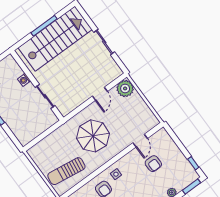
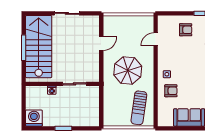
plant: (125, 88) -> (111, 23), removed
door: (100, 94) -> (101, 44), hinge flipped
door: (140, 141) -> (156, 39), swing flipped
armchair: (153, 164) -> (186, 30), moved

